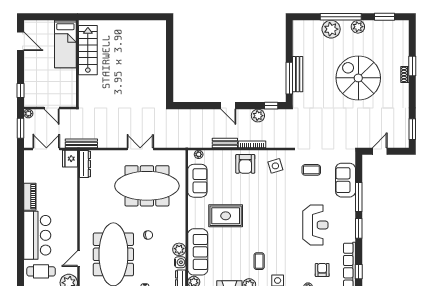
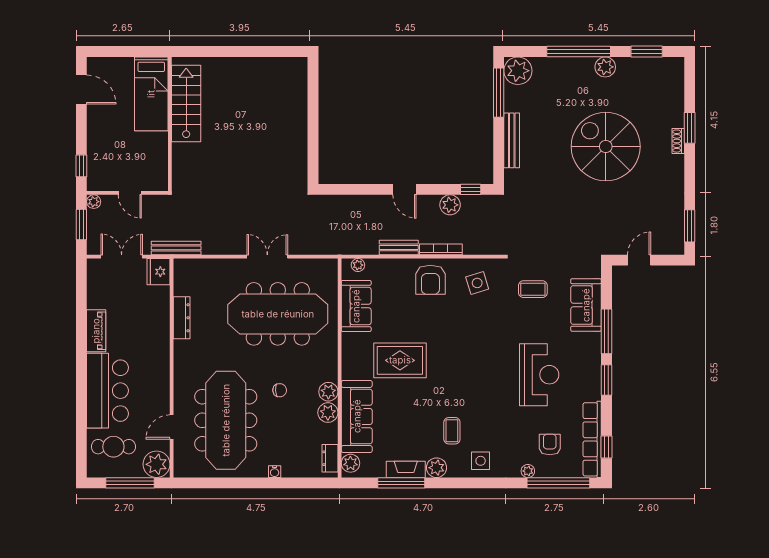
plant: (331, 29) -> (518, 71), moved
window: (289, 78) -> (499, 93), moved
dresser: (85, 164) -> (182, 318), moved
plant: (180, 236) -> (328, 392), added
water cooler: (180, 262) -> (329, 432), removed

